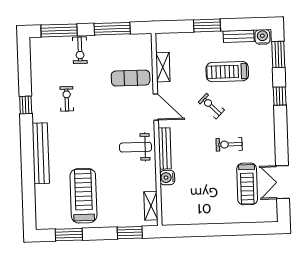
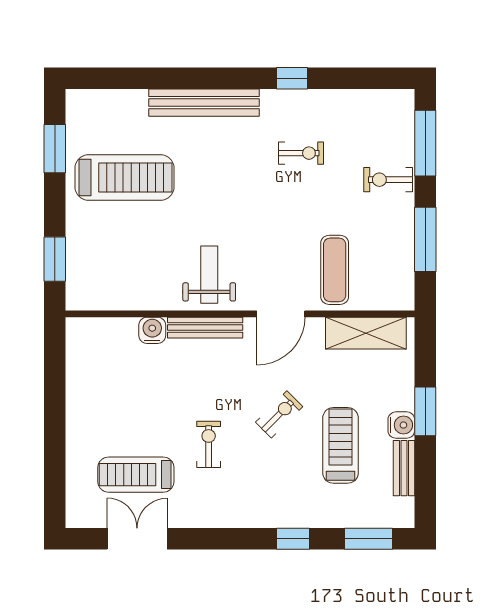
water cooler: (262, 37) -> (401, 425), moved
shelving: (163, 67) -> (366, 333), width x1.50, depth x1.33
shelving: (151, 206) -> (102, 299), removed

